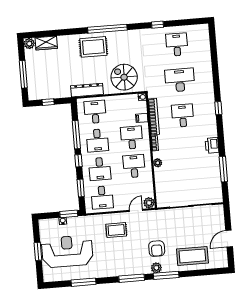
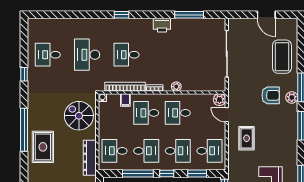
spiral stairs: (124, 77) -> (79, 116), turned 90

